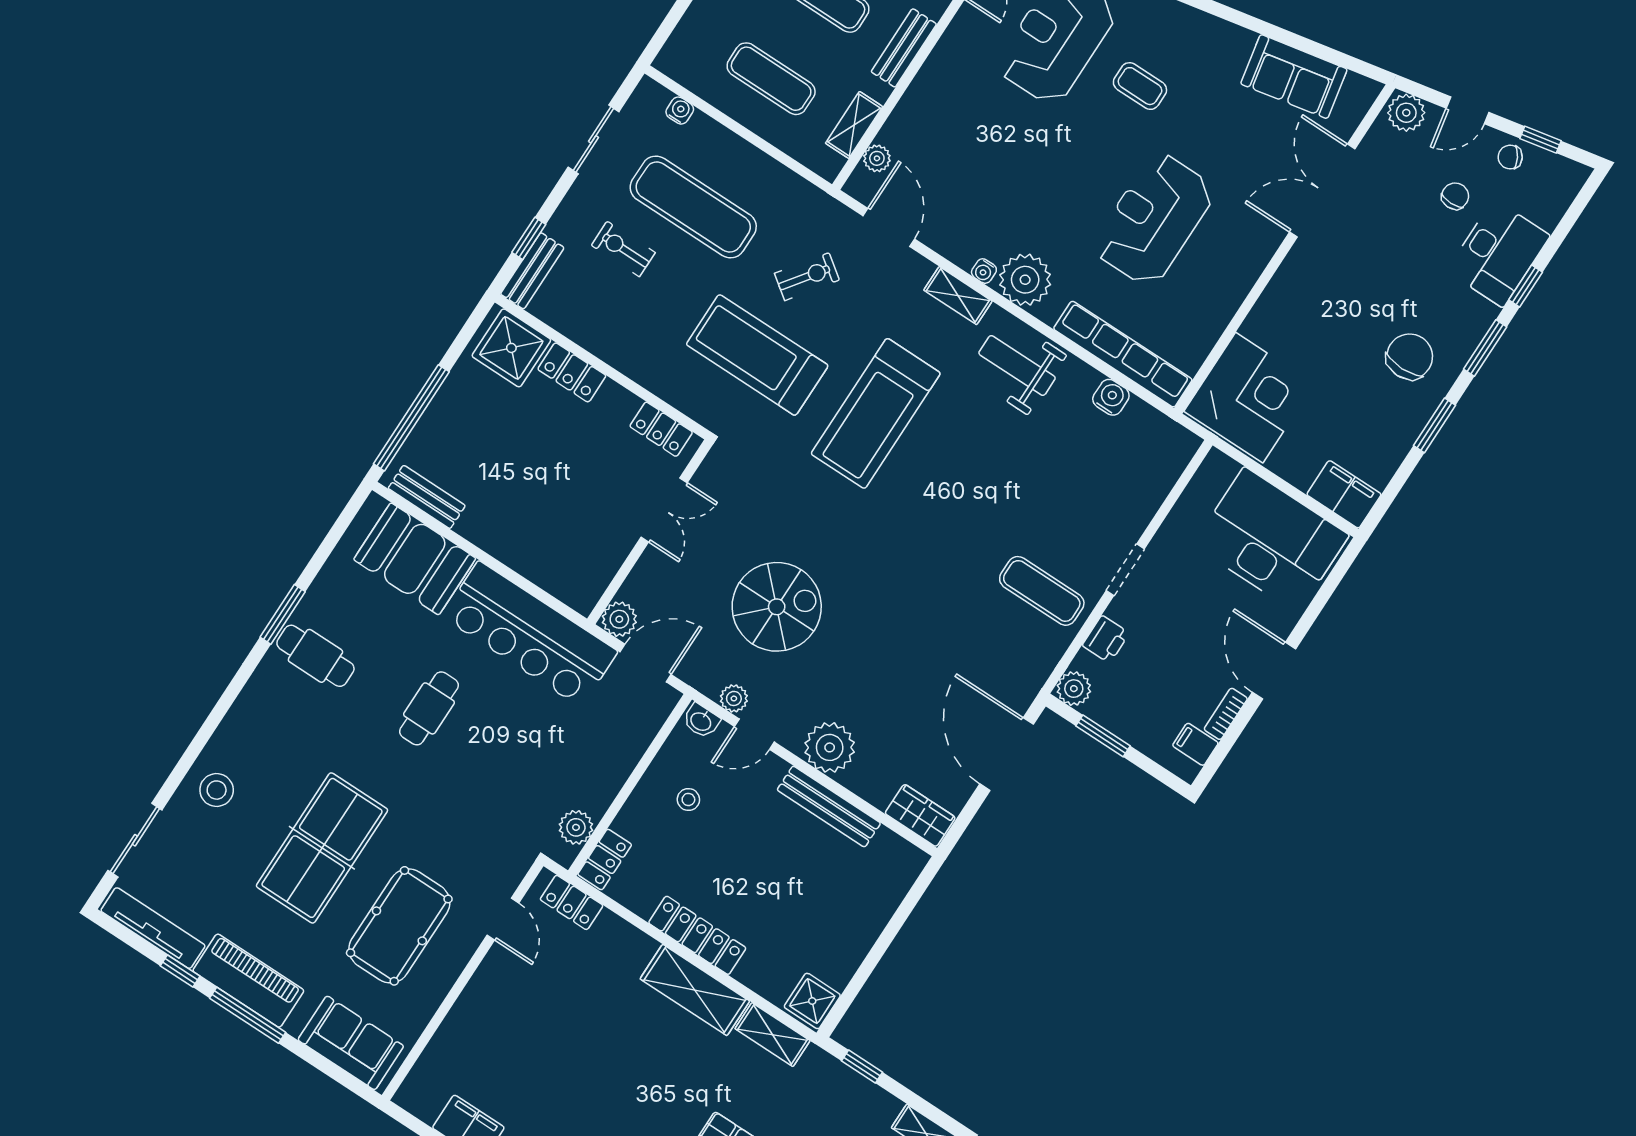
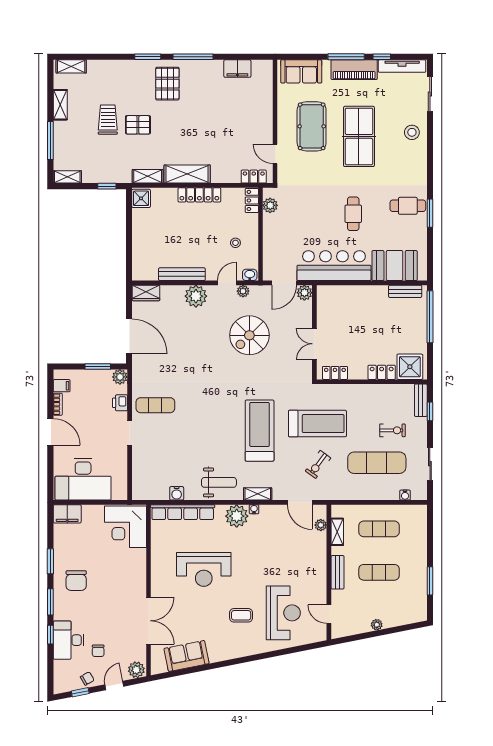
reception desk: (1154, 219) -> (204, 569), turned 90

